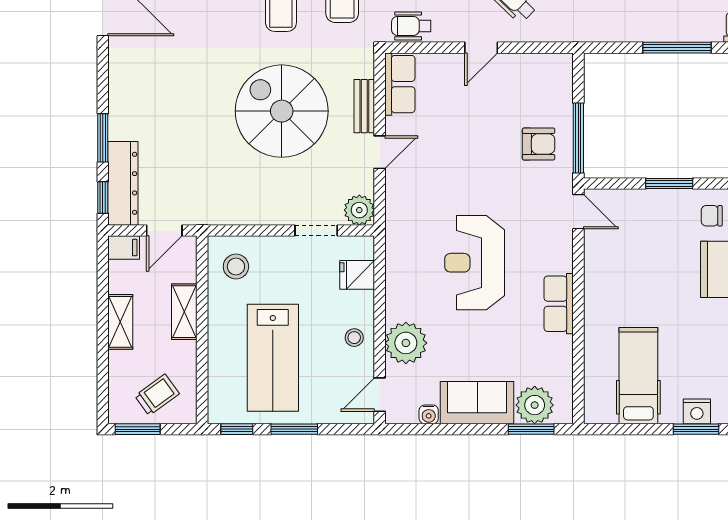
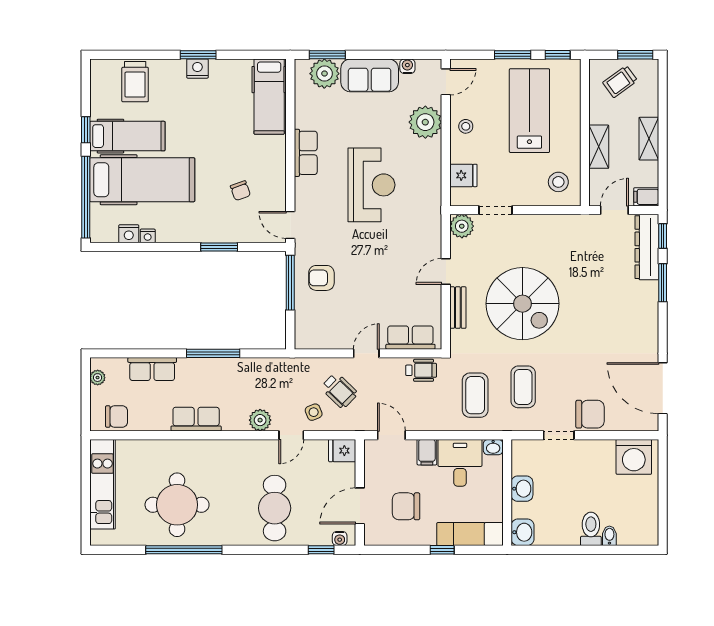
row of seats: (400, 84) -> (410, 338), moved, turned 90
chair: (712, 216) -> (240, 191), moved, turned 70
hospital bed: (638, 376) -> (269, 97), moved

